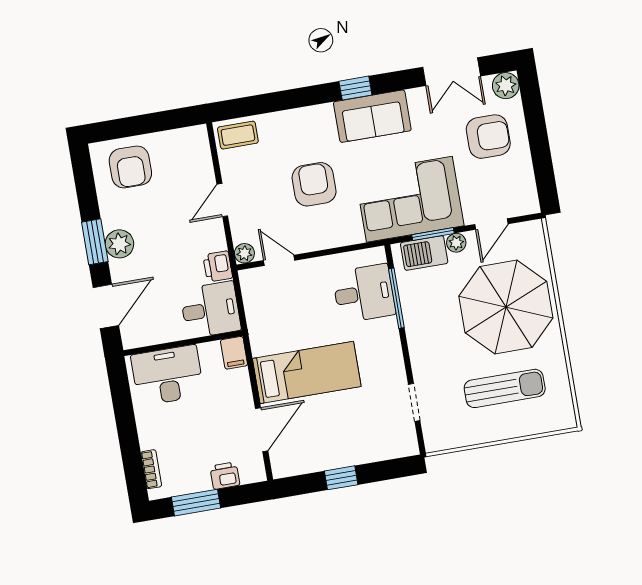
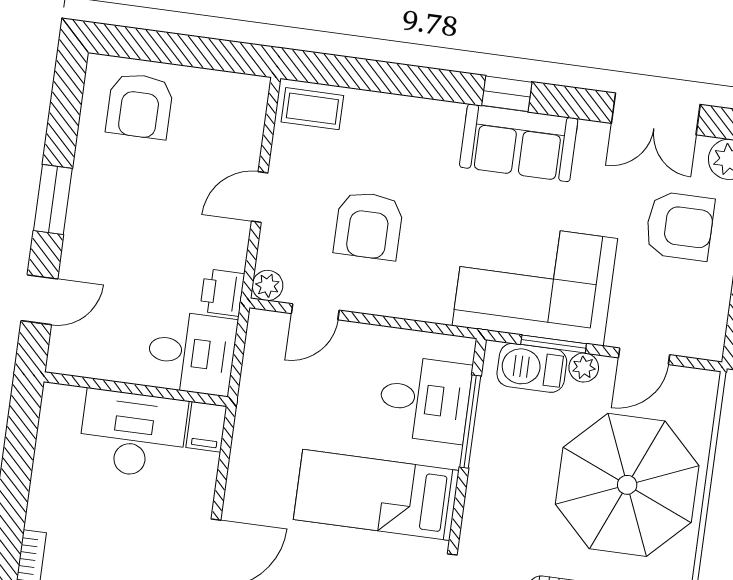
armchair: (314, 184) -> (369, 226), moved, turned 180
plant: (119, 244) -> (88, 214), removed
door: (279, 260) -> (315, 312), swing flipped
door: (106, 306) -> (39, 300), width x0.73
bed: (307, 372) -> (376, 495), moved, turned 180
desk: (167, 375) -> (133, 434), moved

